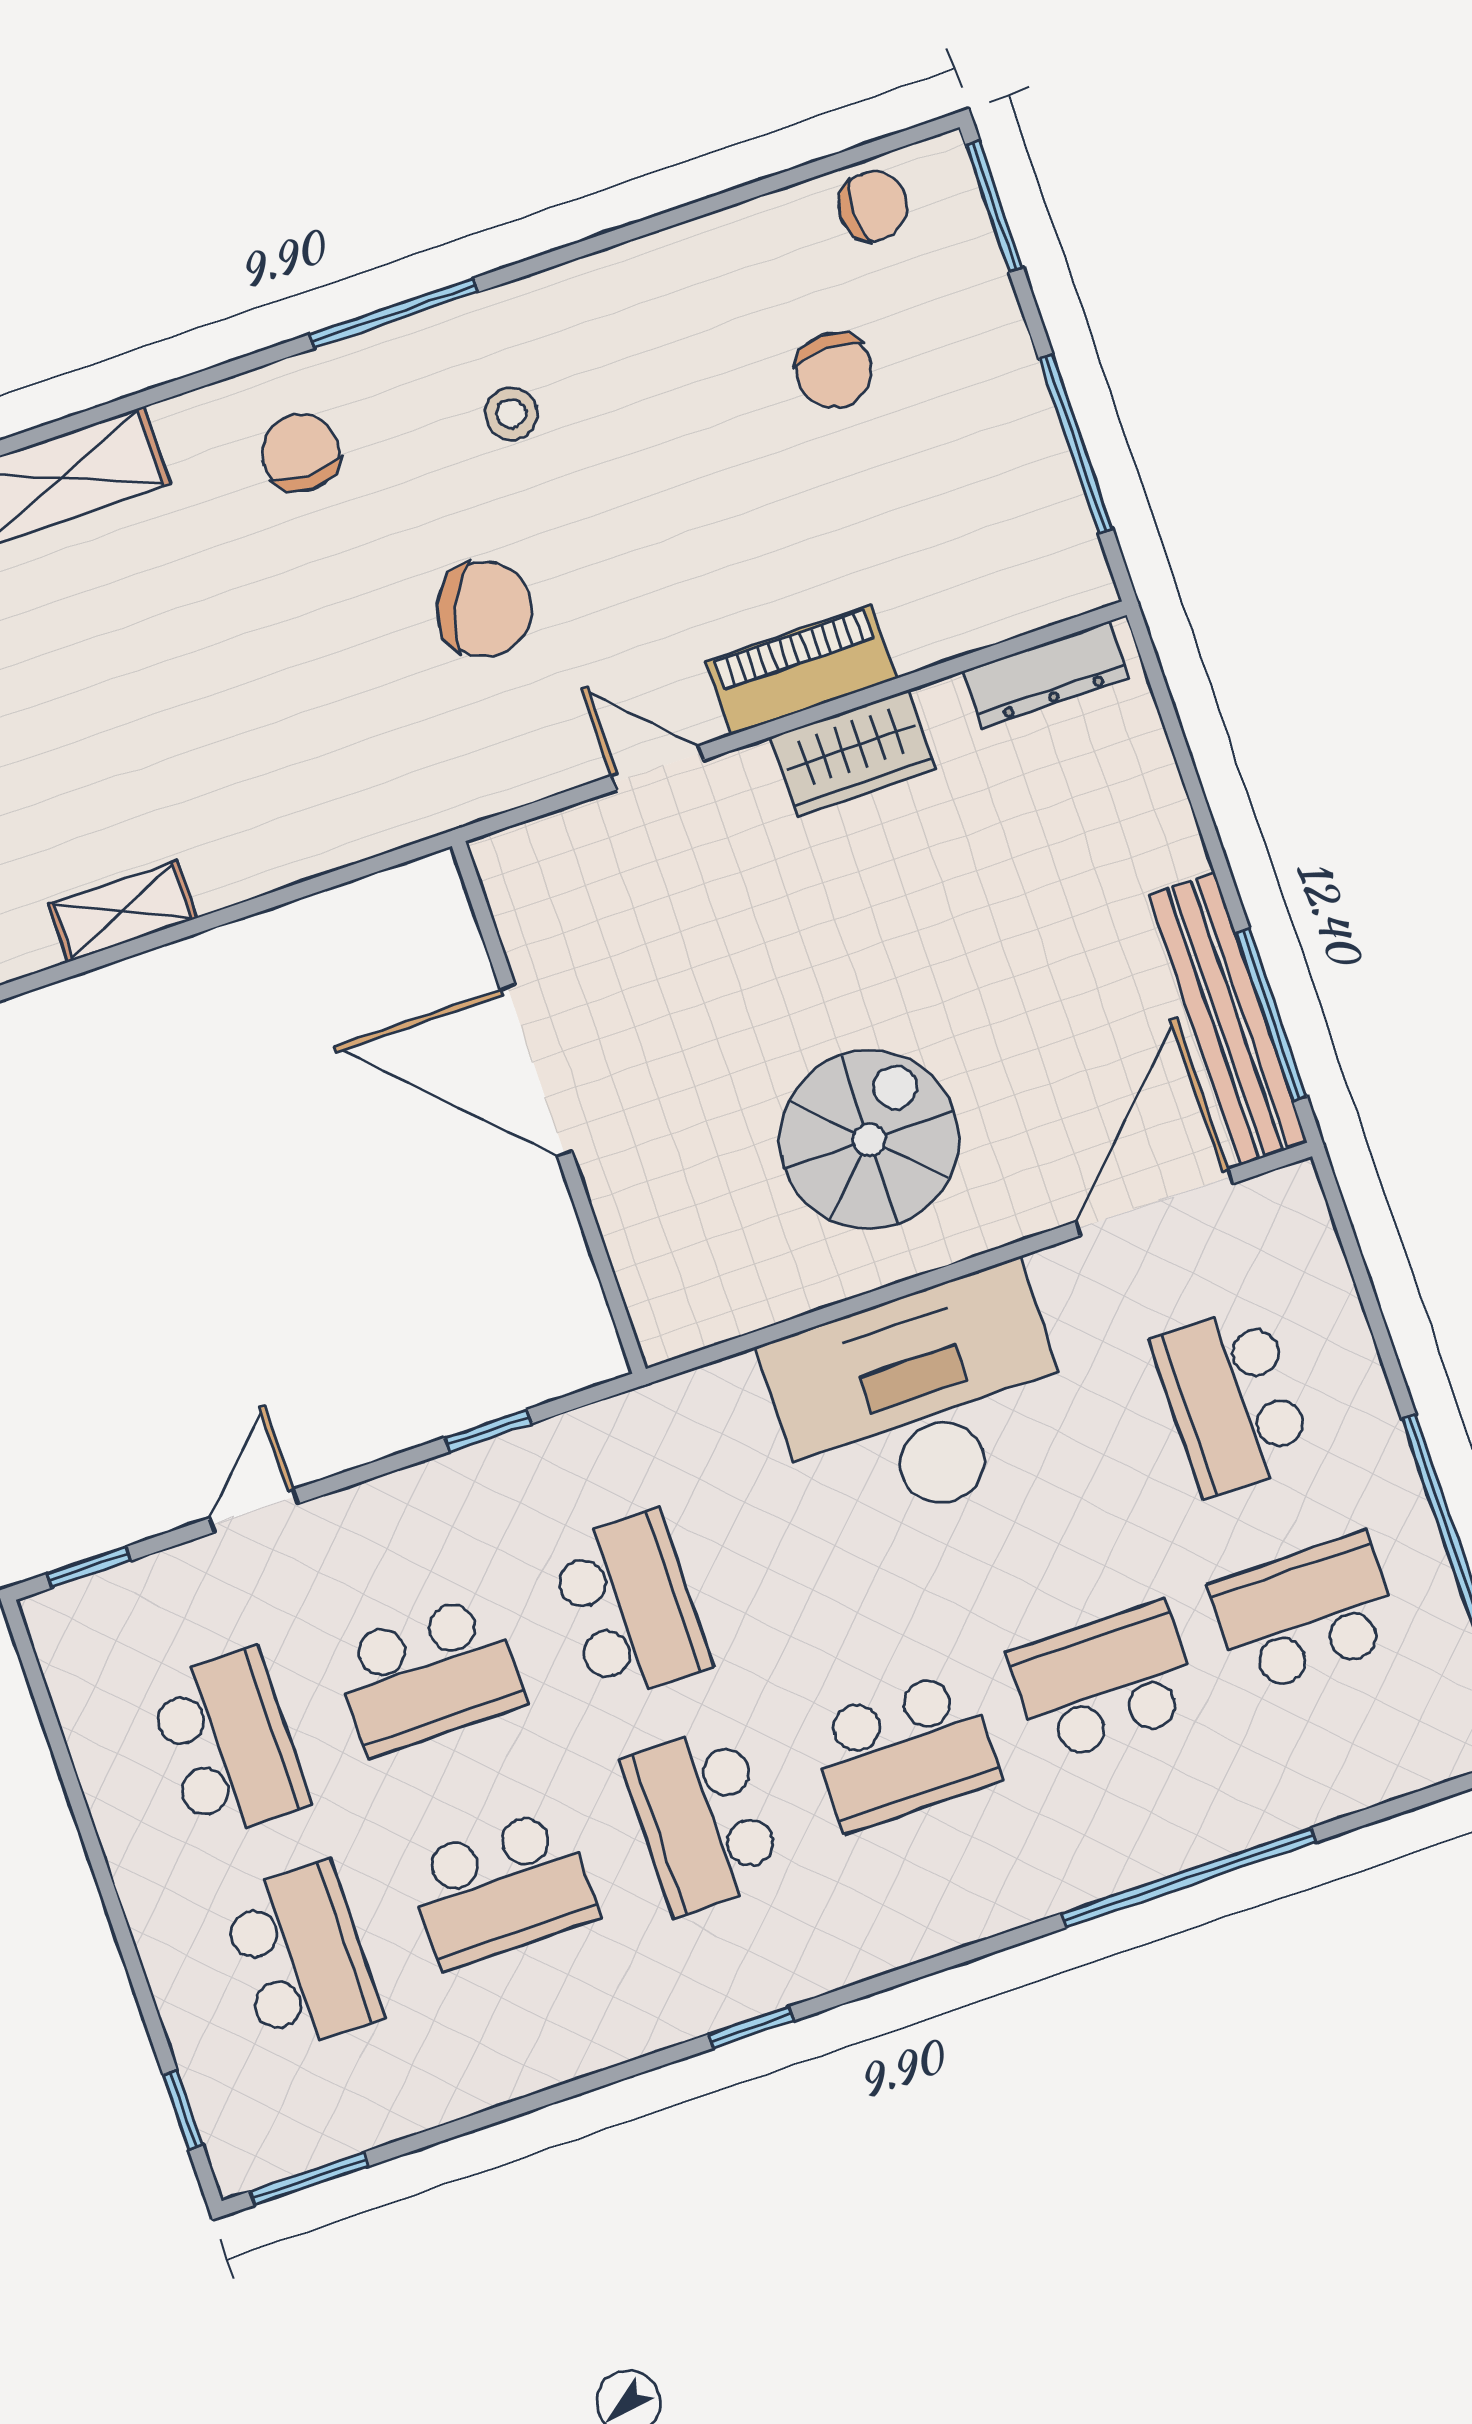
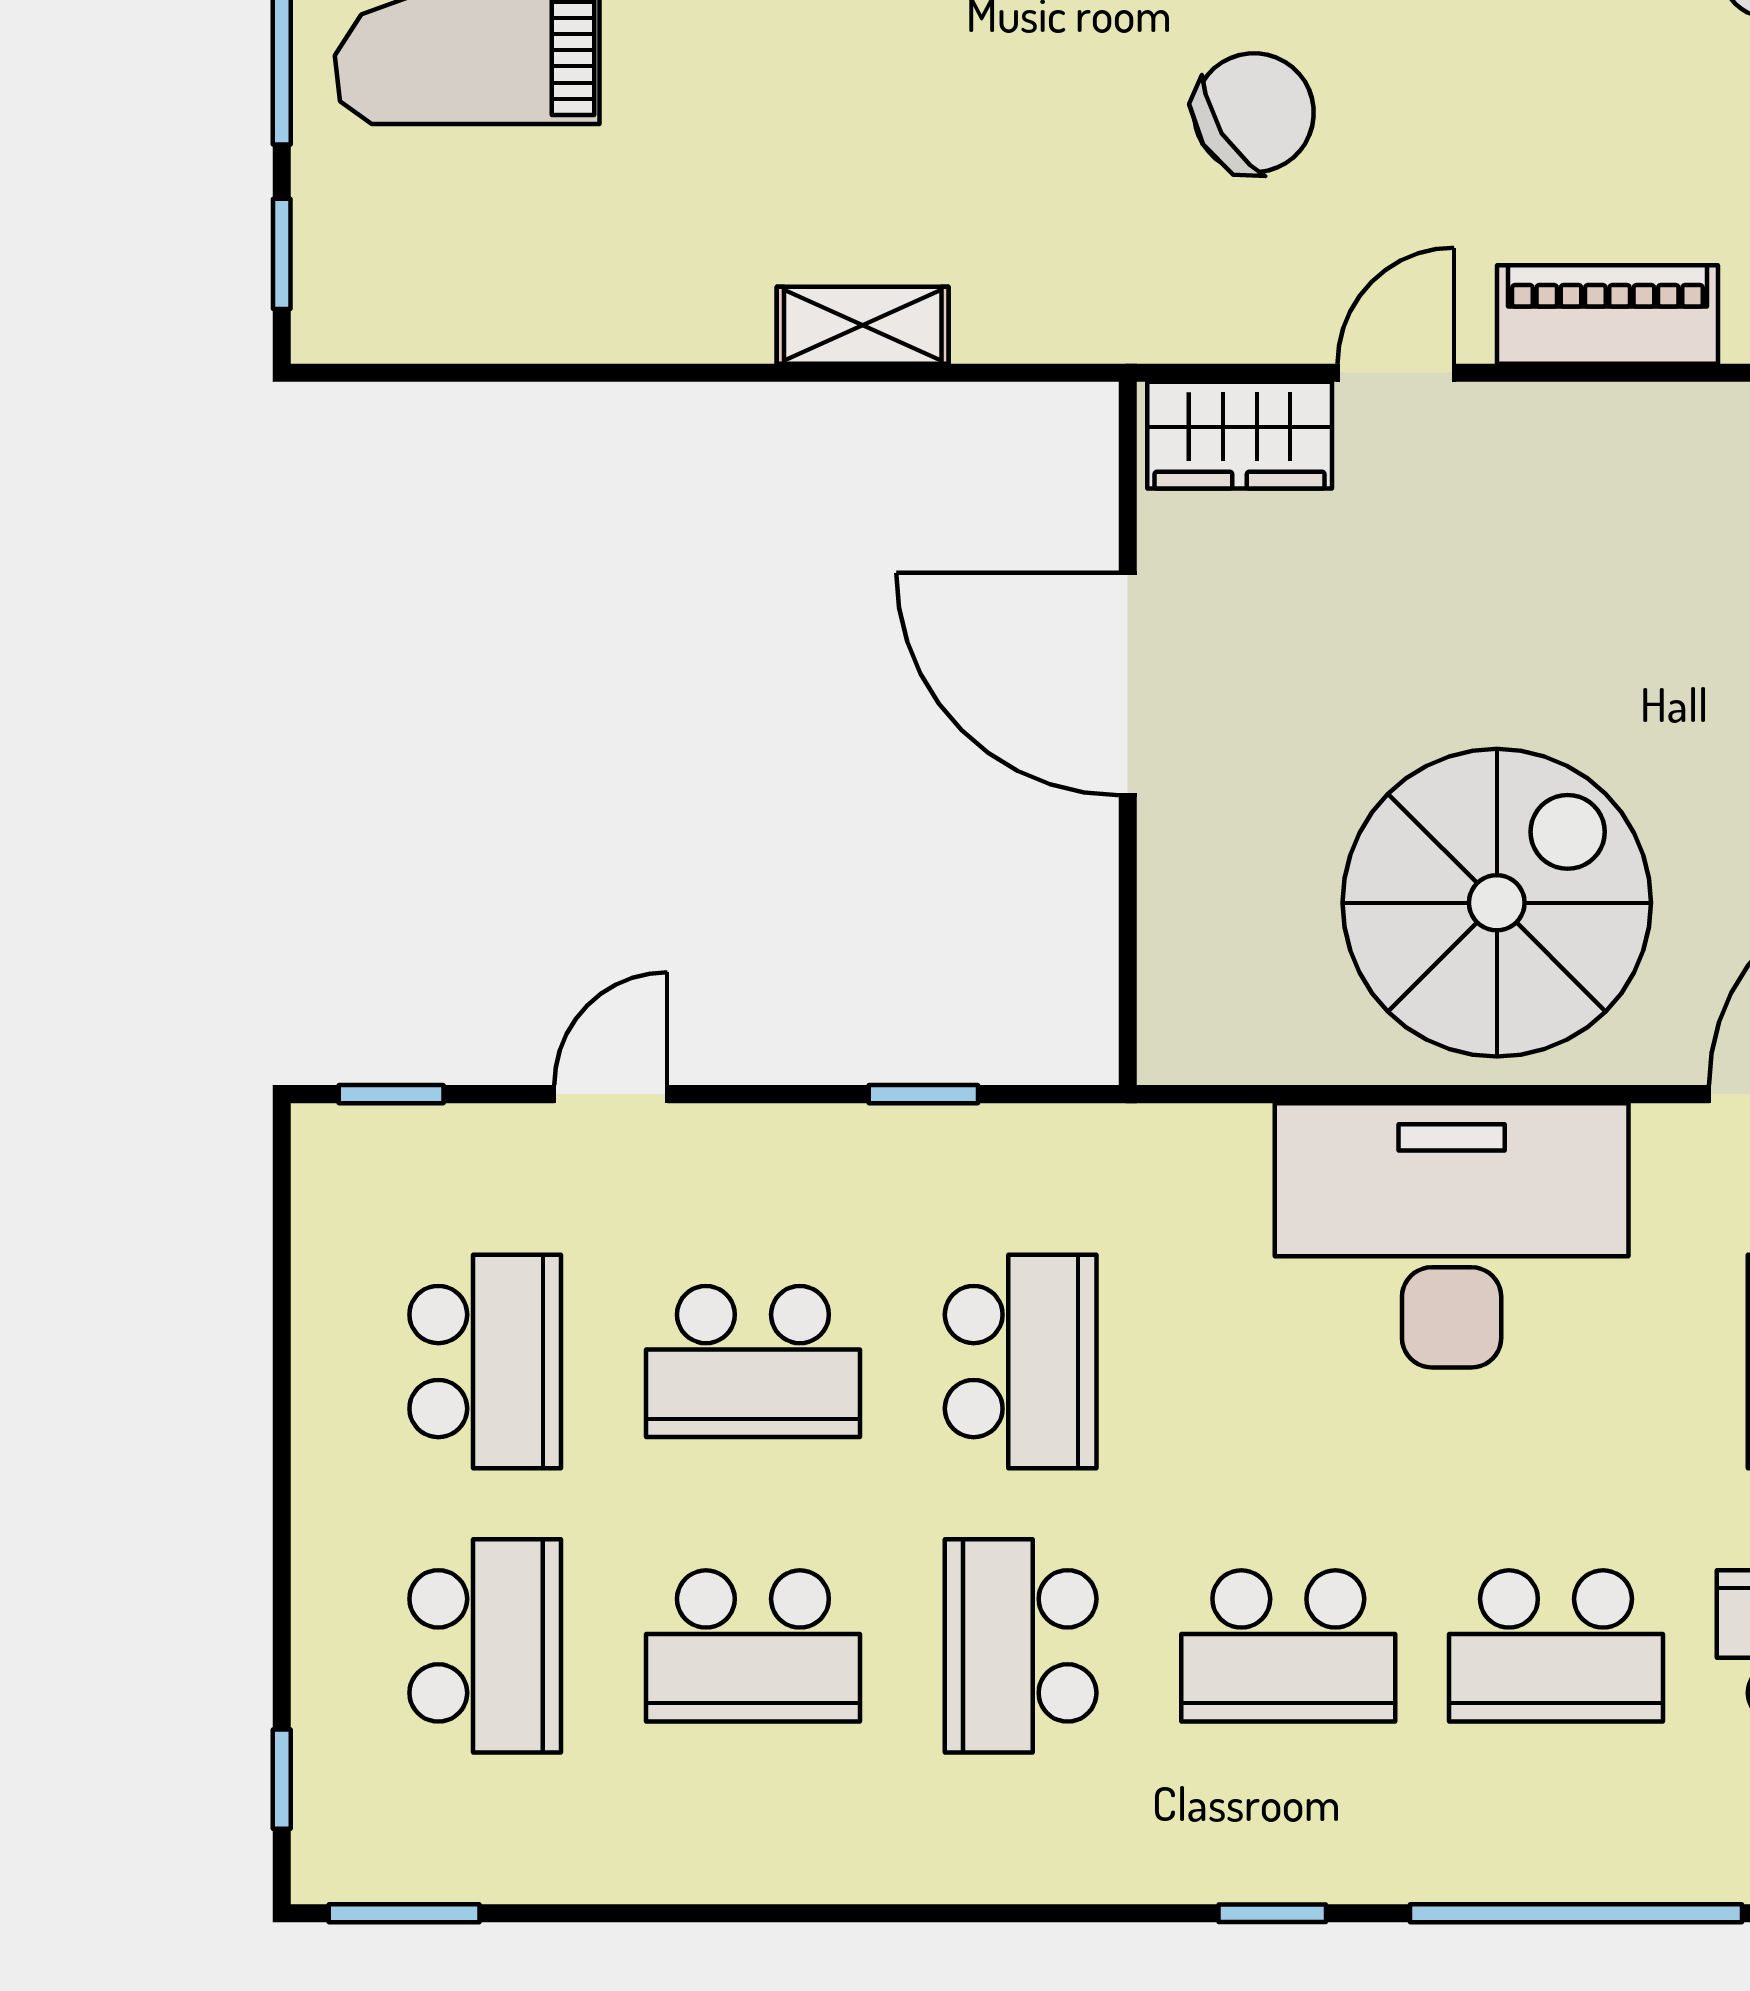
chair: (484, 609) -> (1254, 113), turned -57
wardrobe: (853, 753) -> (1240, 435), moved
door: (657, 768) -> (1396, 373), hinge flipped
shelving: (122, 911) -> (863, 325), moved
spiral stairs: (869, 1140) -> (1497, 903), width x1.37, depth x1.37
school desk: (1105, 1682) -> (1556, 1646), turned 180
window: (751, 2027) -> (1272, 1913), moved

